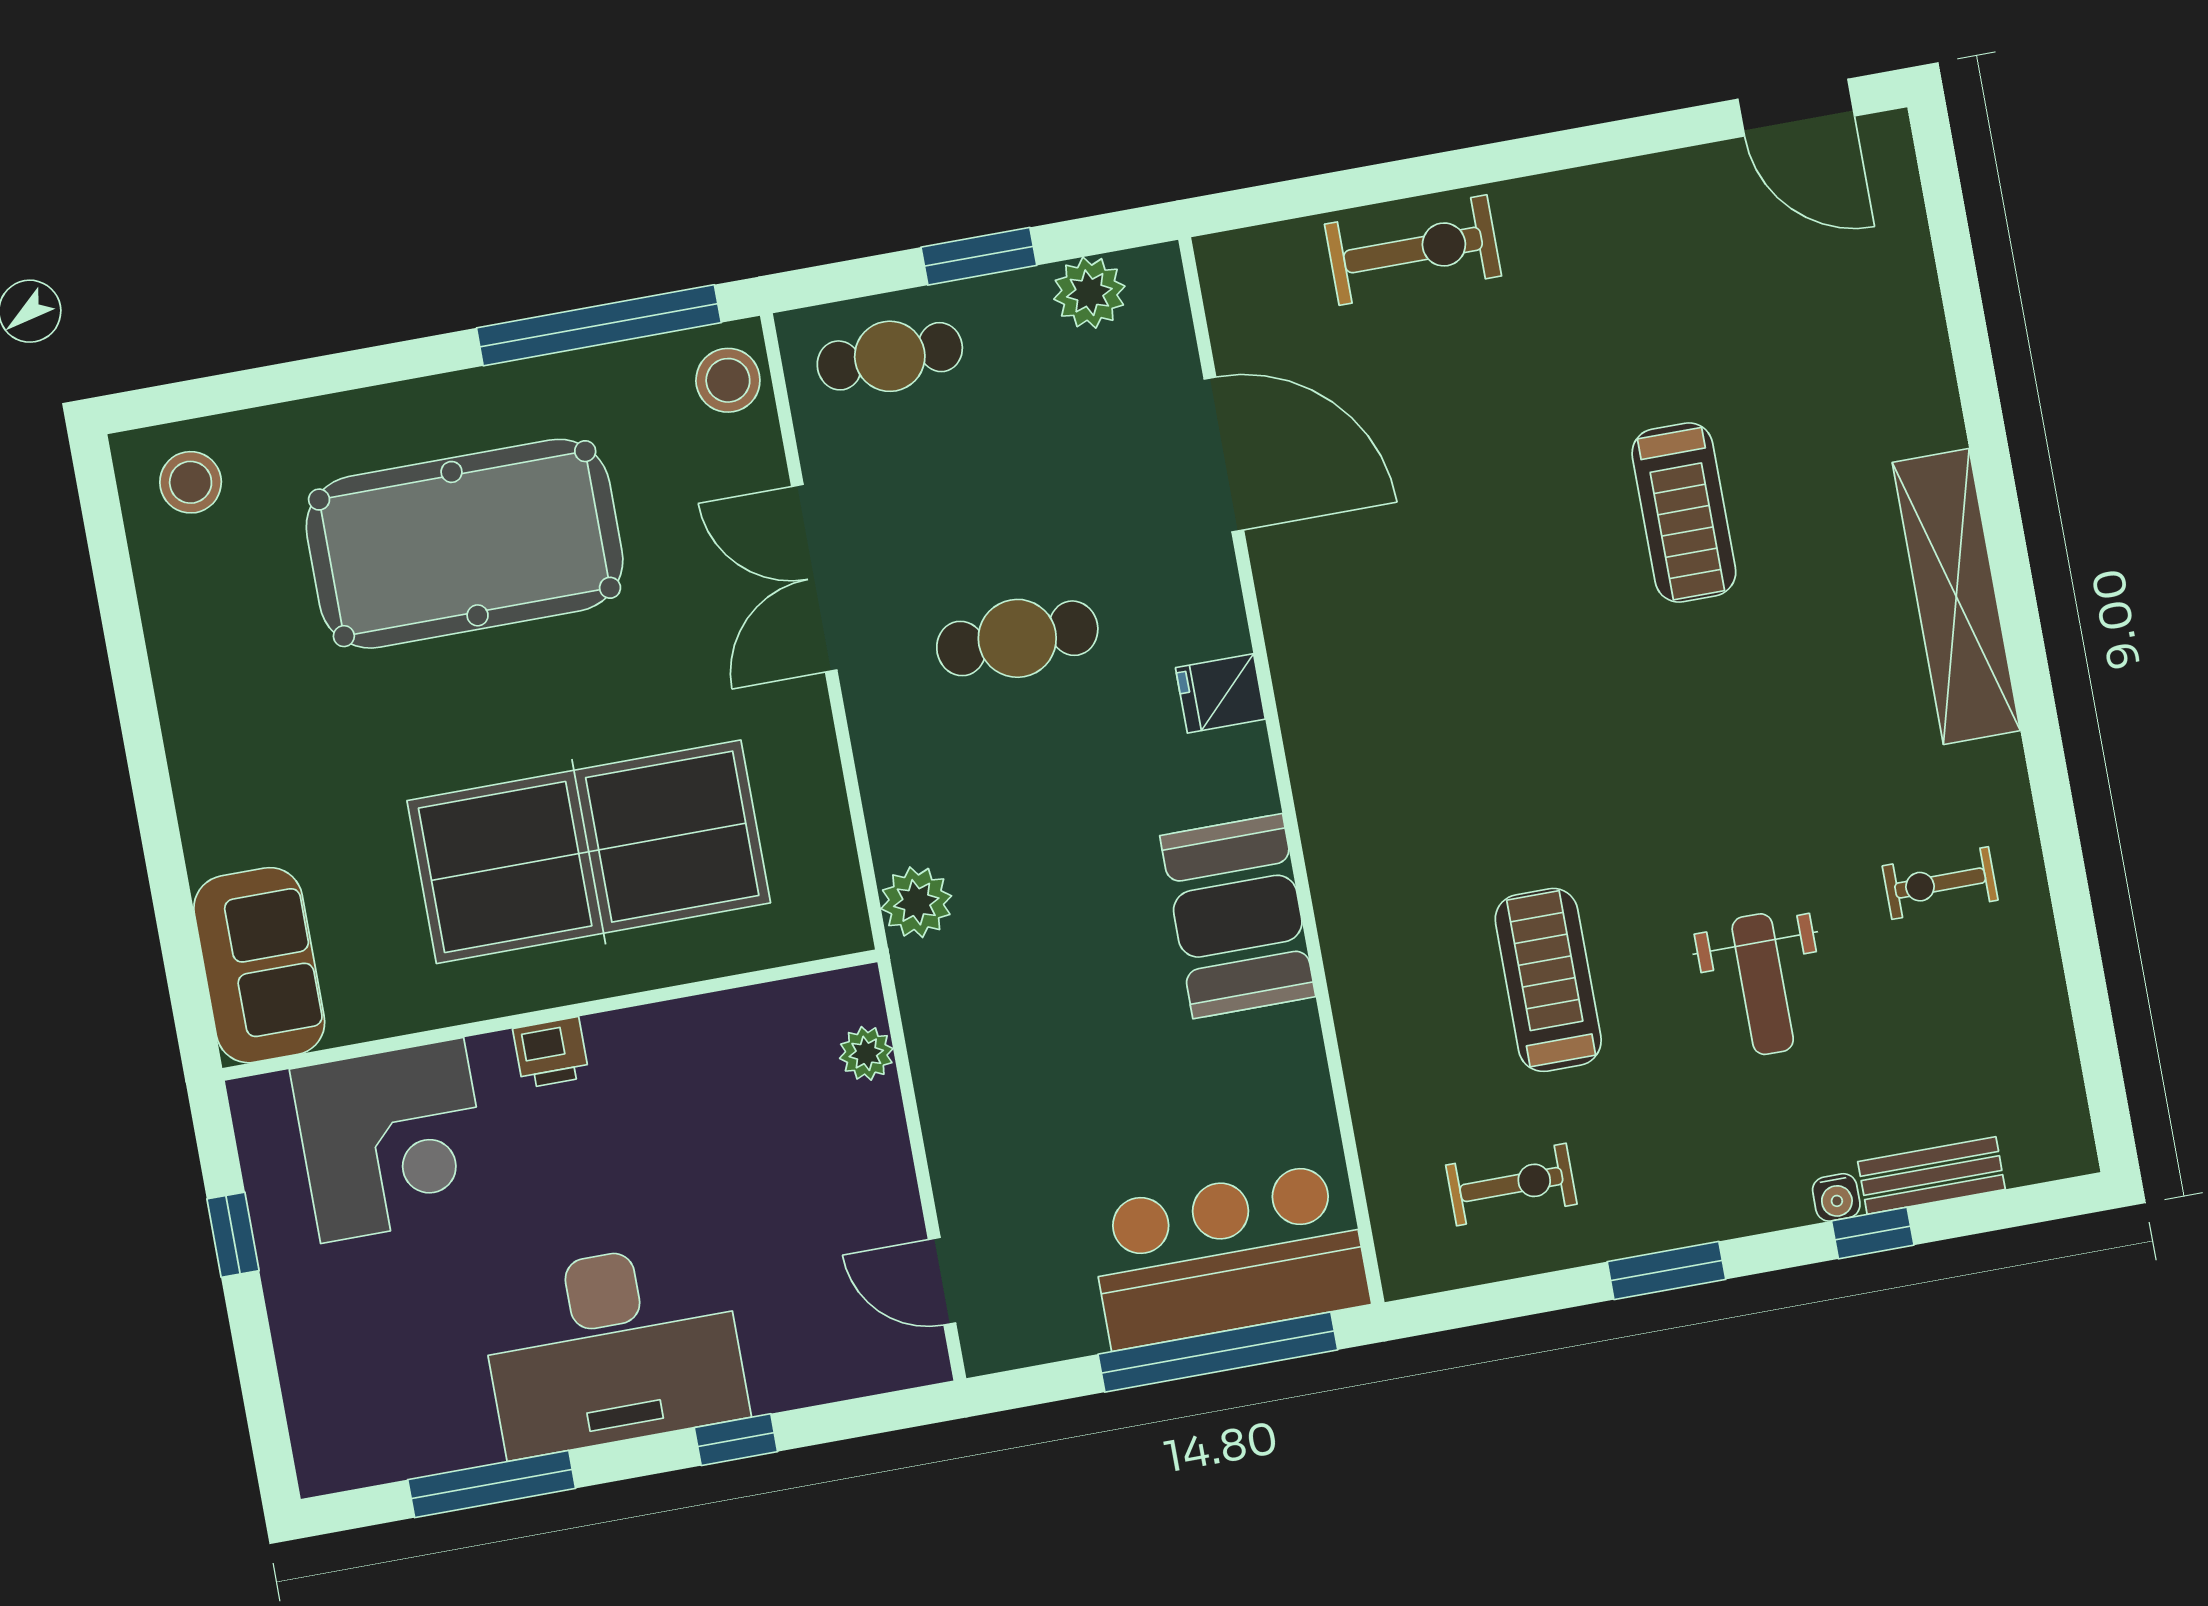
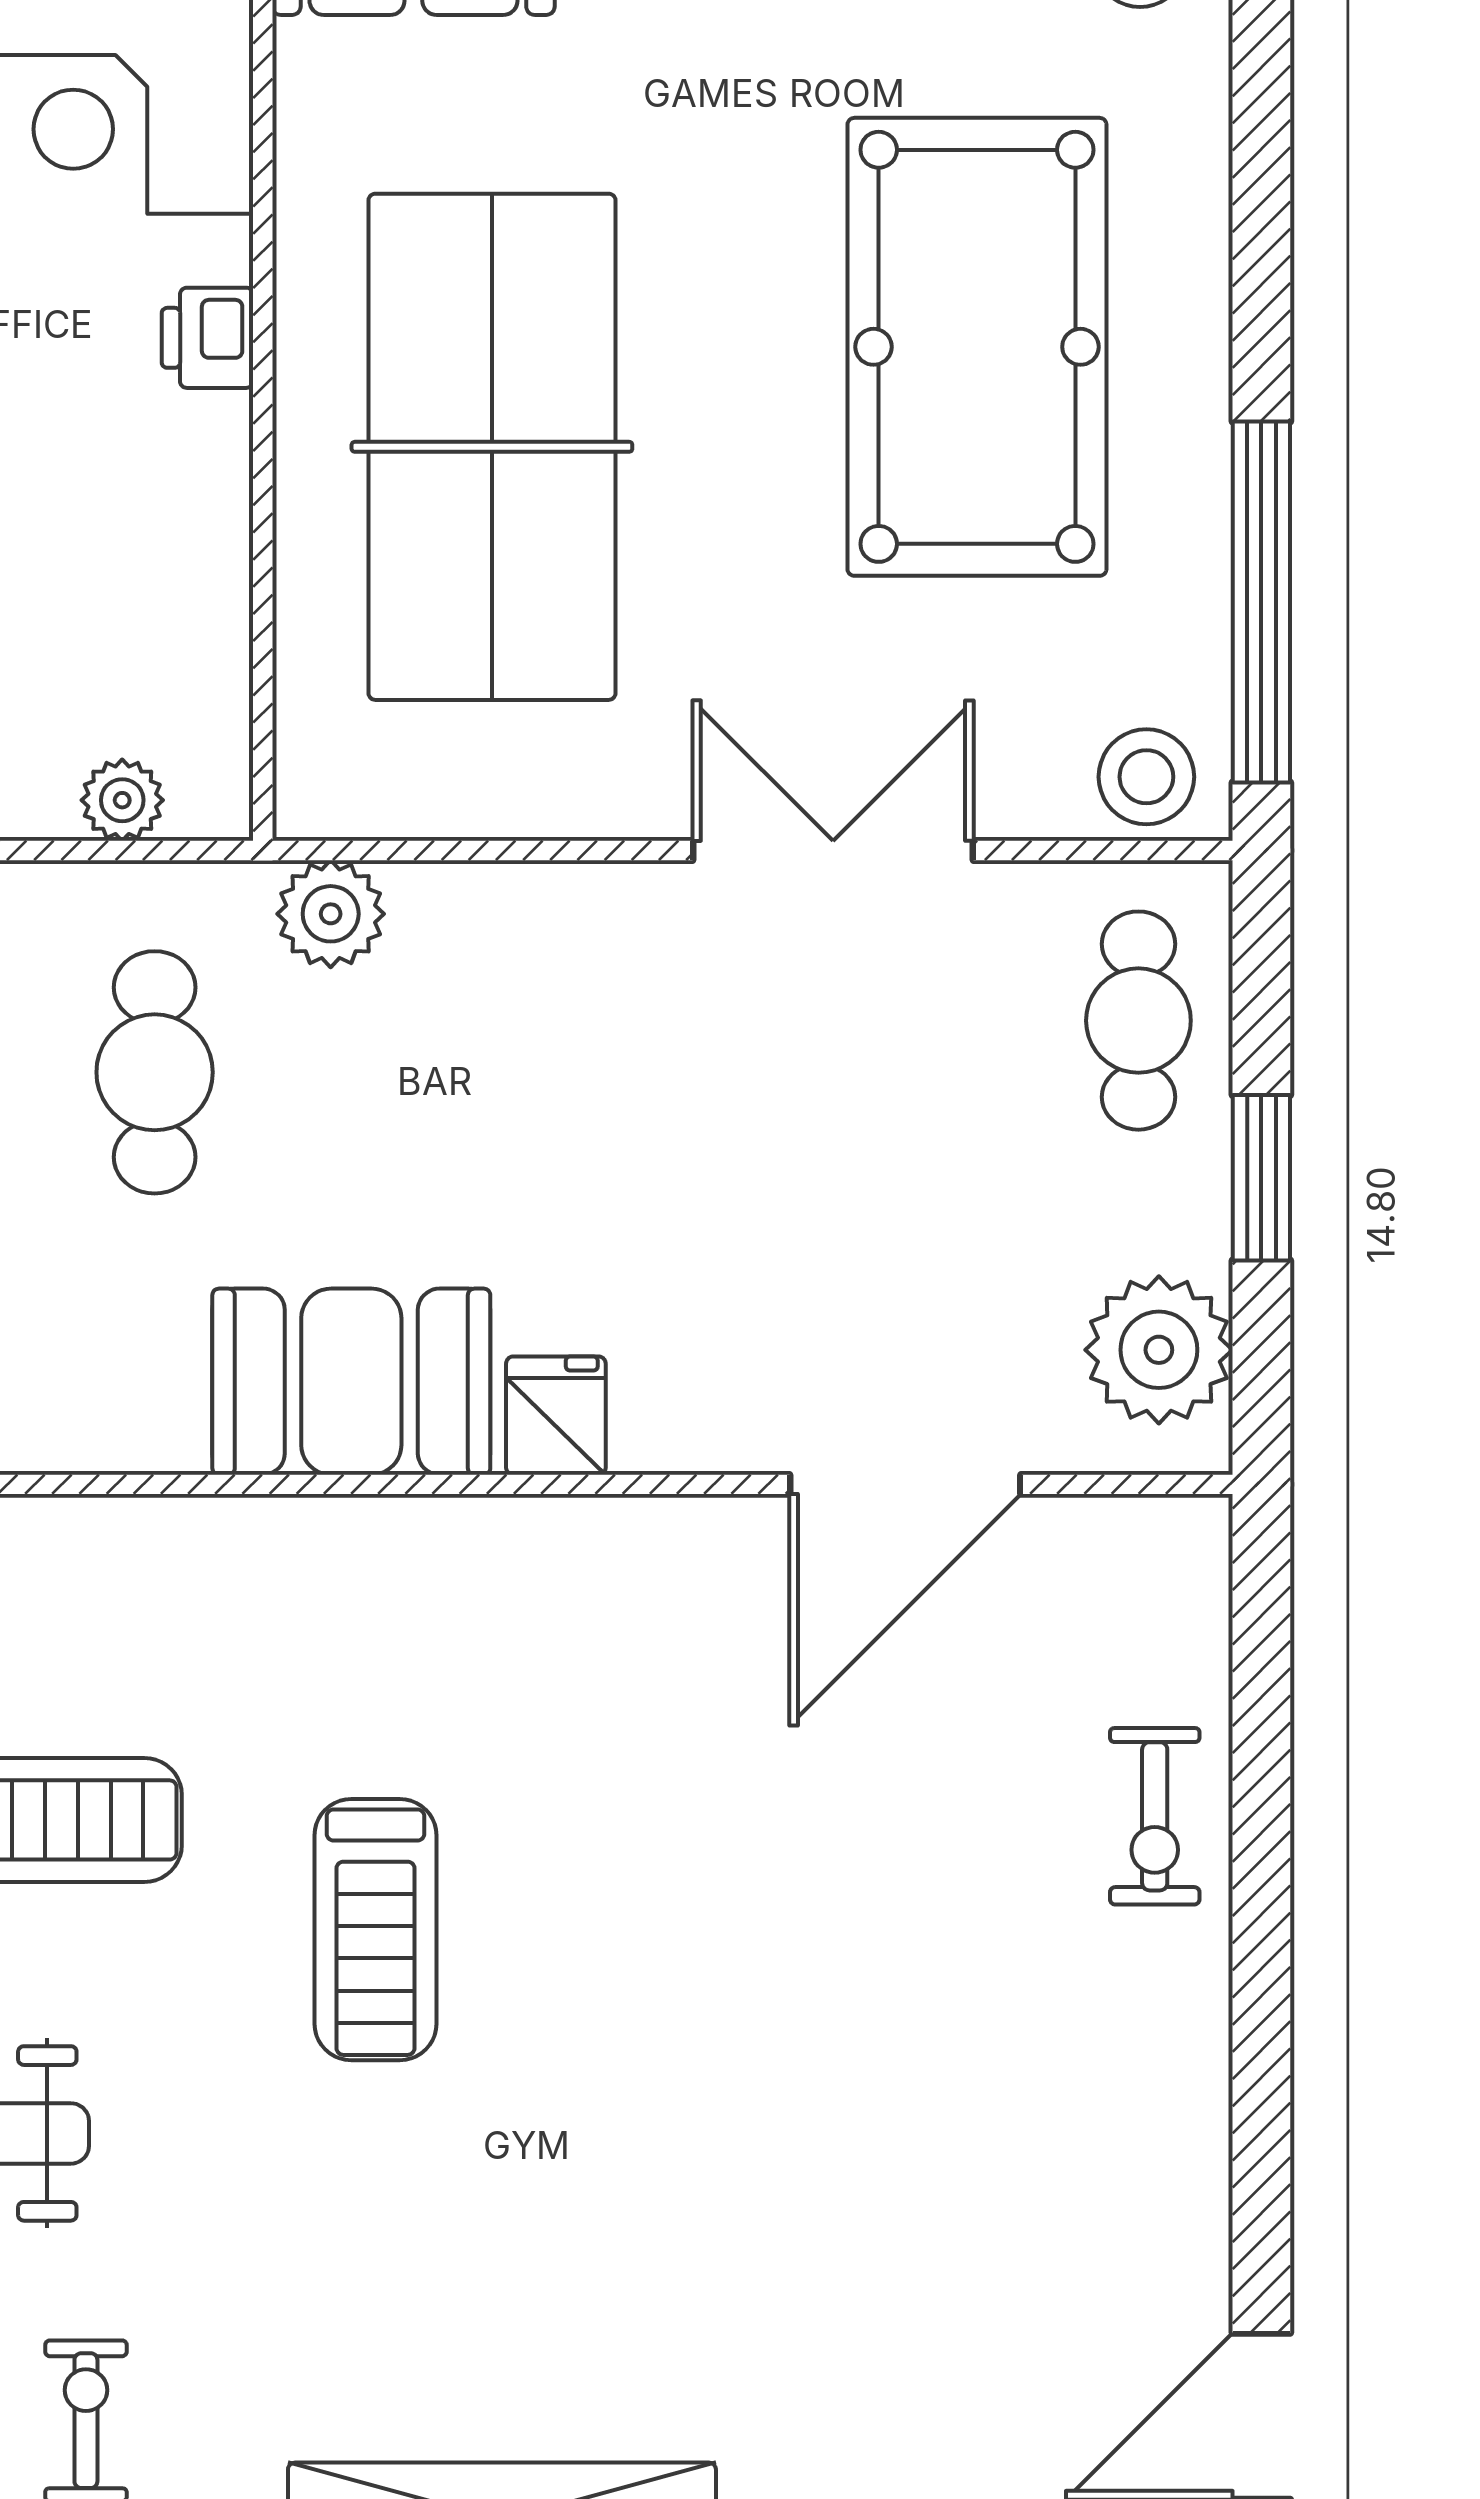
exercise bike: (1413, 250) -> (1155, 1816), width x0.73, depth x0.72
plant: (1089, 293) -> (1159, 1350), width x1.36, depth x1.36
treadmill: (1684, 512) -> (375, 1930), moved, turned -90
cafe table: (1017, 638) -> (155, 1072), moved
booth: (1238, 916) -> (351, 1382), moved

